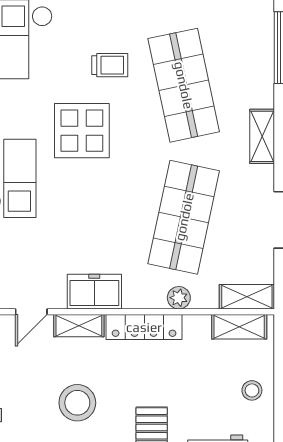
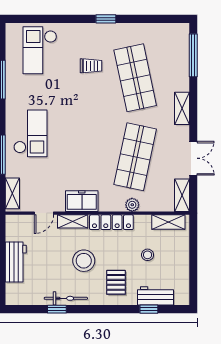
display table: (82, 131) -> (74, 105), removed
shelving: (247, 297) -> (182, 195), moved, turned 90
stool: (252, 390) -> (148, 255), moved
stool: (77, 403) -> (84, 261), moved

